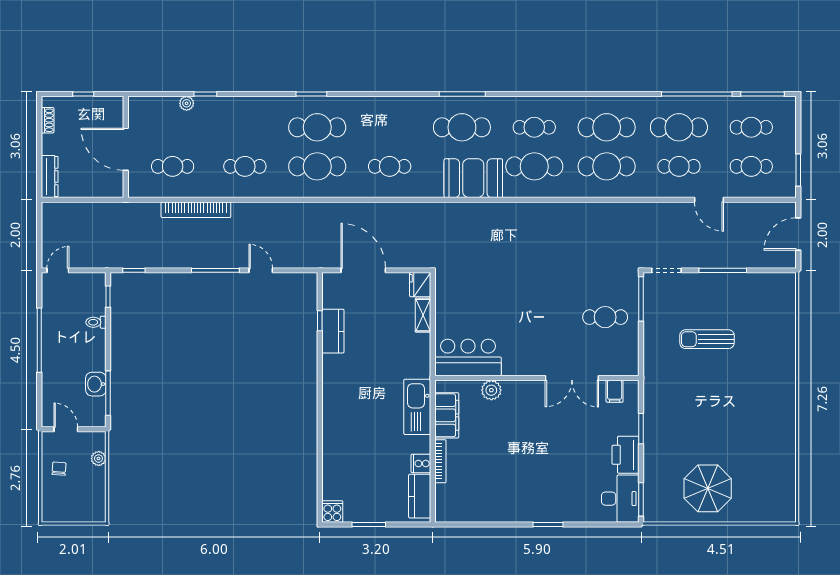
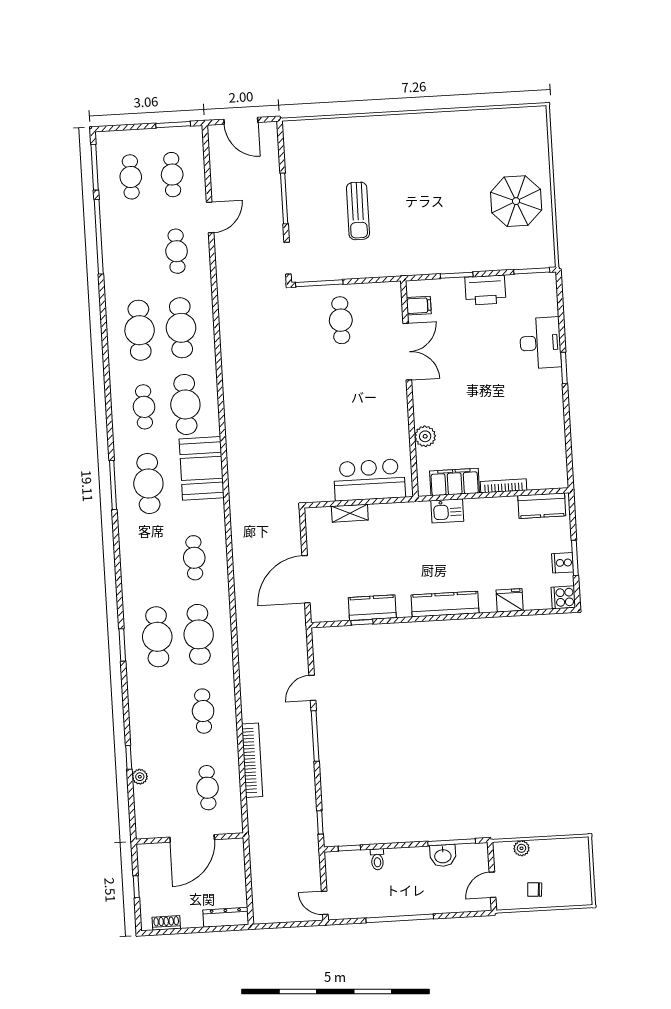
cafe table: (679, 127) -> (135, 254), removed
fridge: (420, 285) -> (510, 600), moved, turned 180
bar counter: (468, 358) -> (369, 480), moved, turned 90
kitchen counter: (332, 400) -> (445, 604), added
kitchen sink: (417, 407) -> (447, 511), width x0.53, depth x0.81
cooker: (421, 463) -> (563, 563), moved, turned 90
desk: (620, 499) -> (540, 343), moved, turned 90

